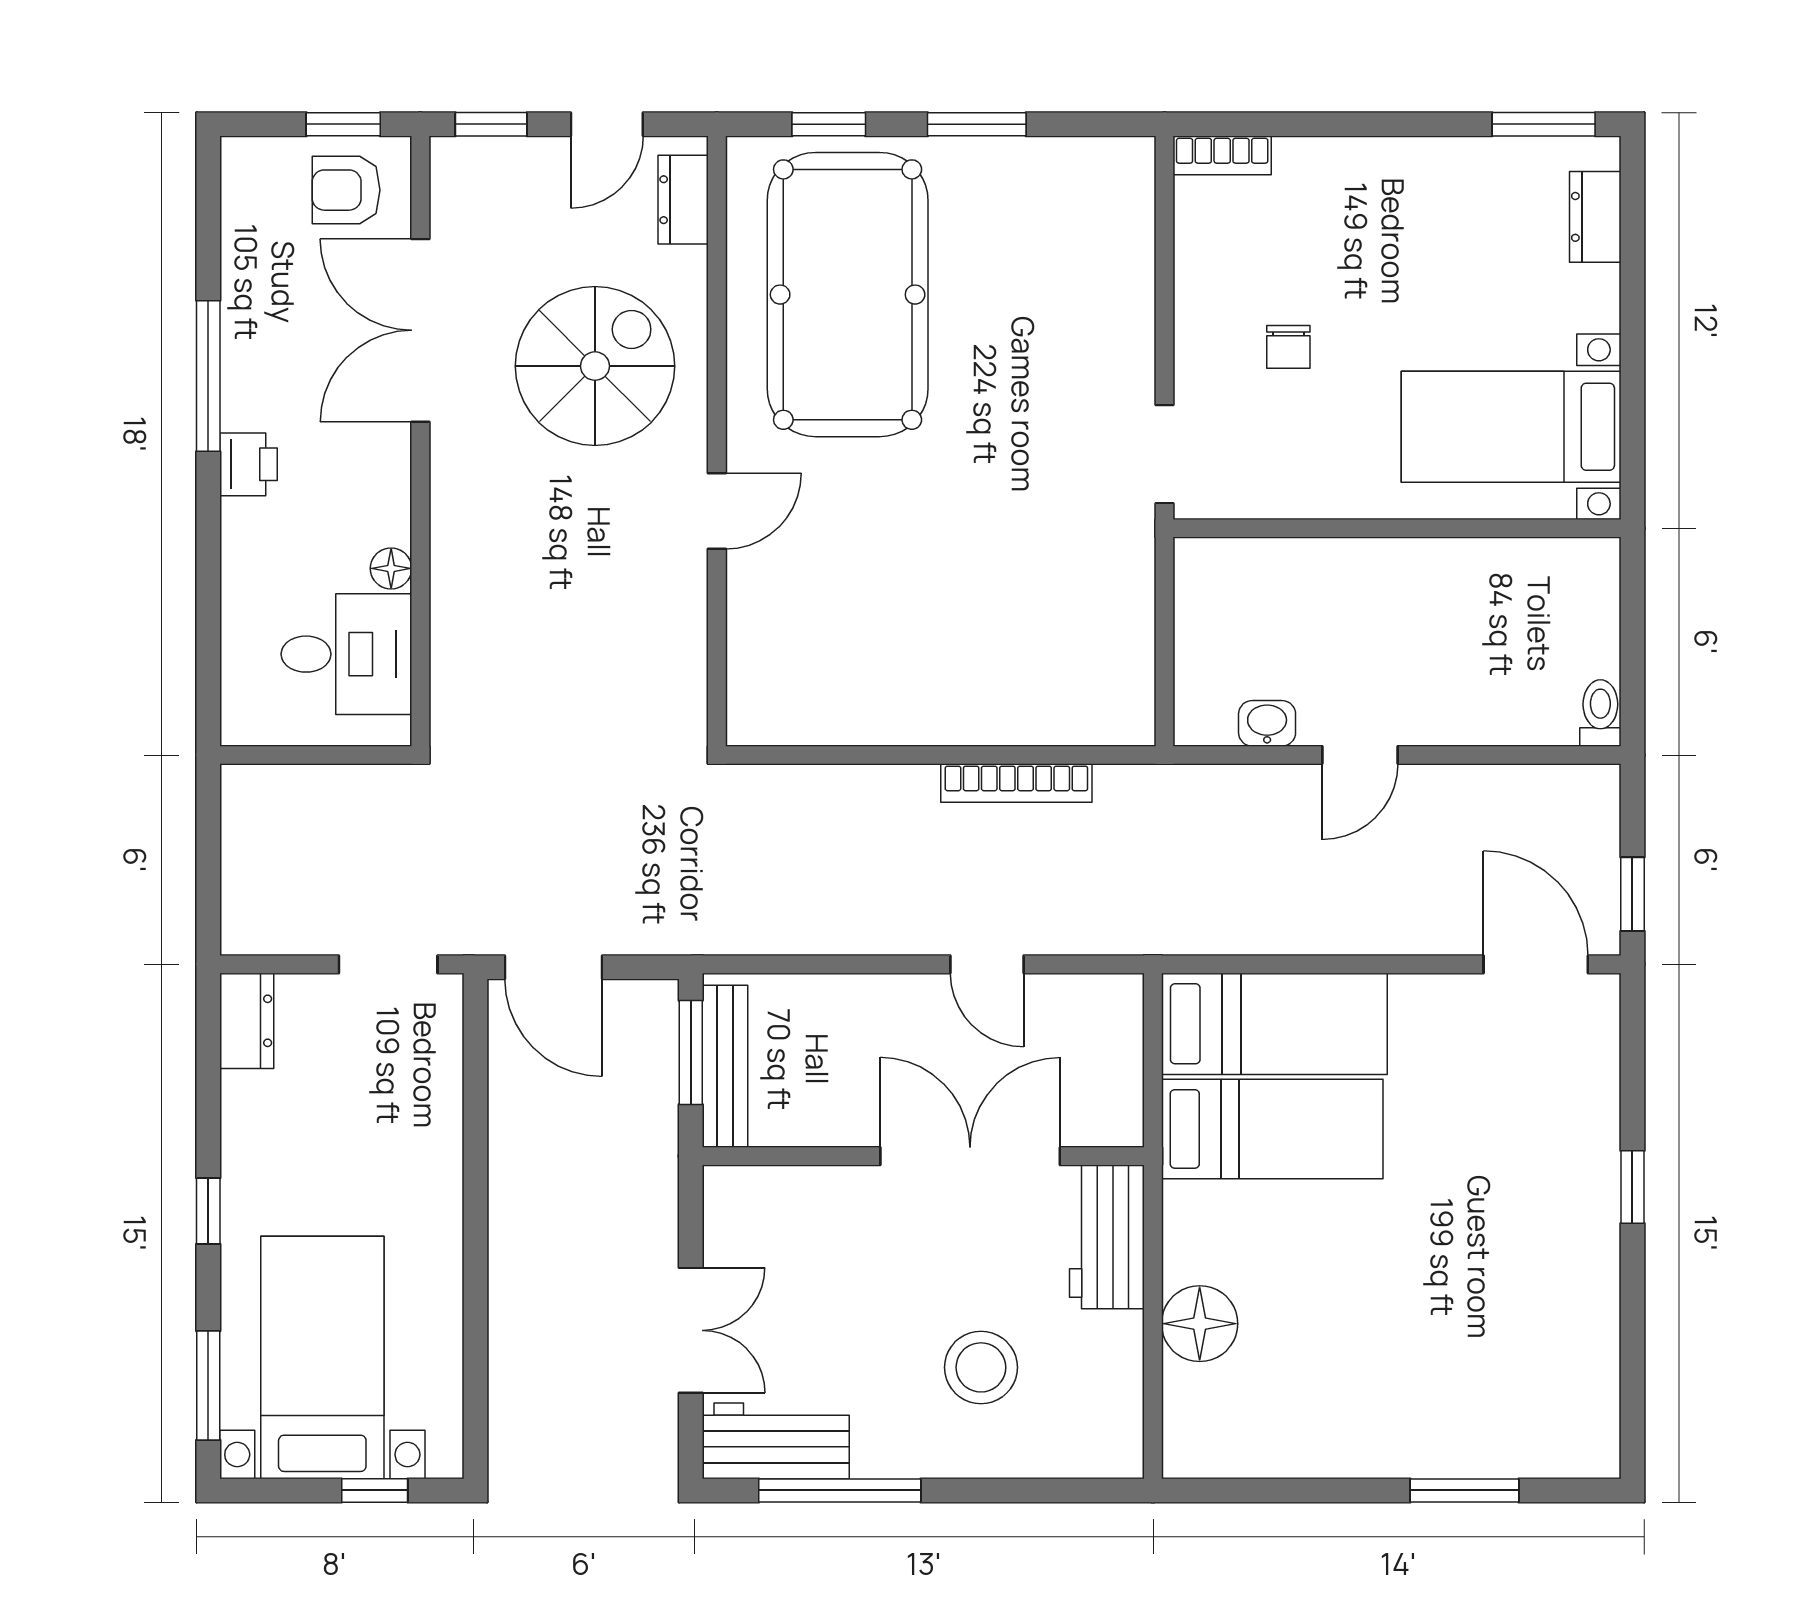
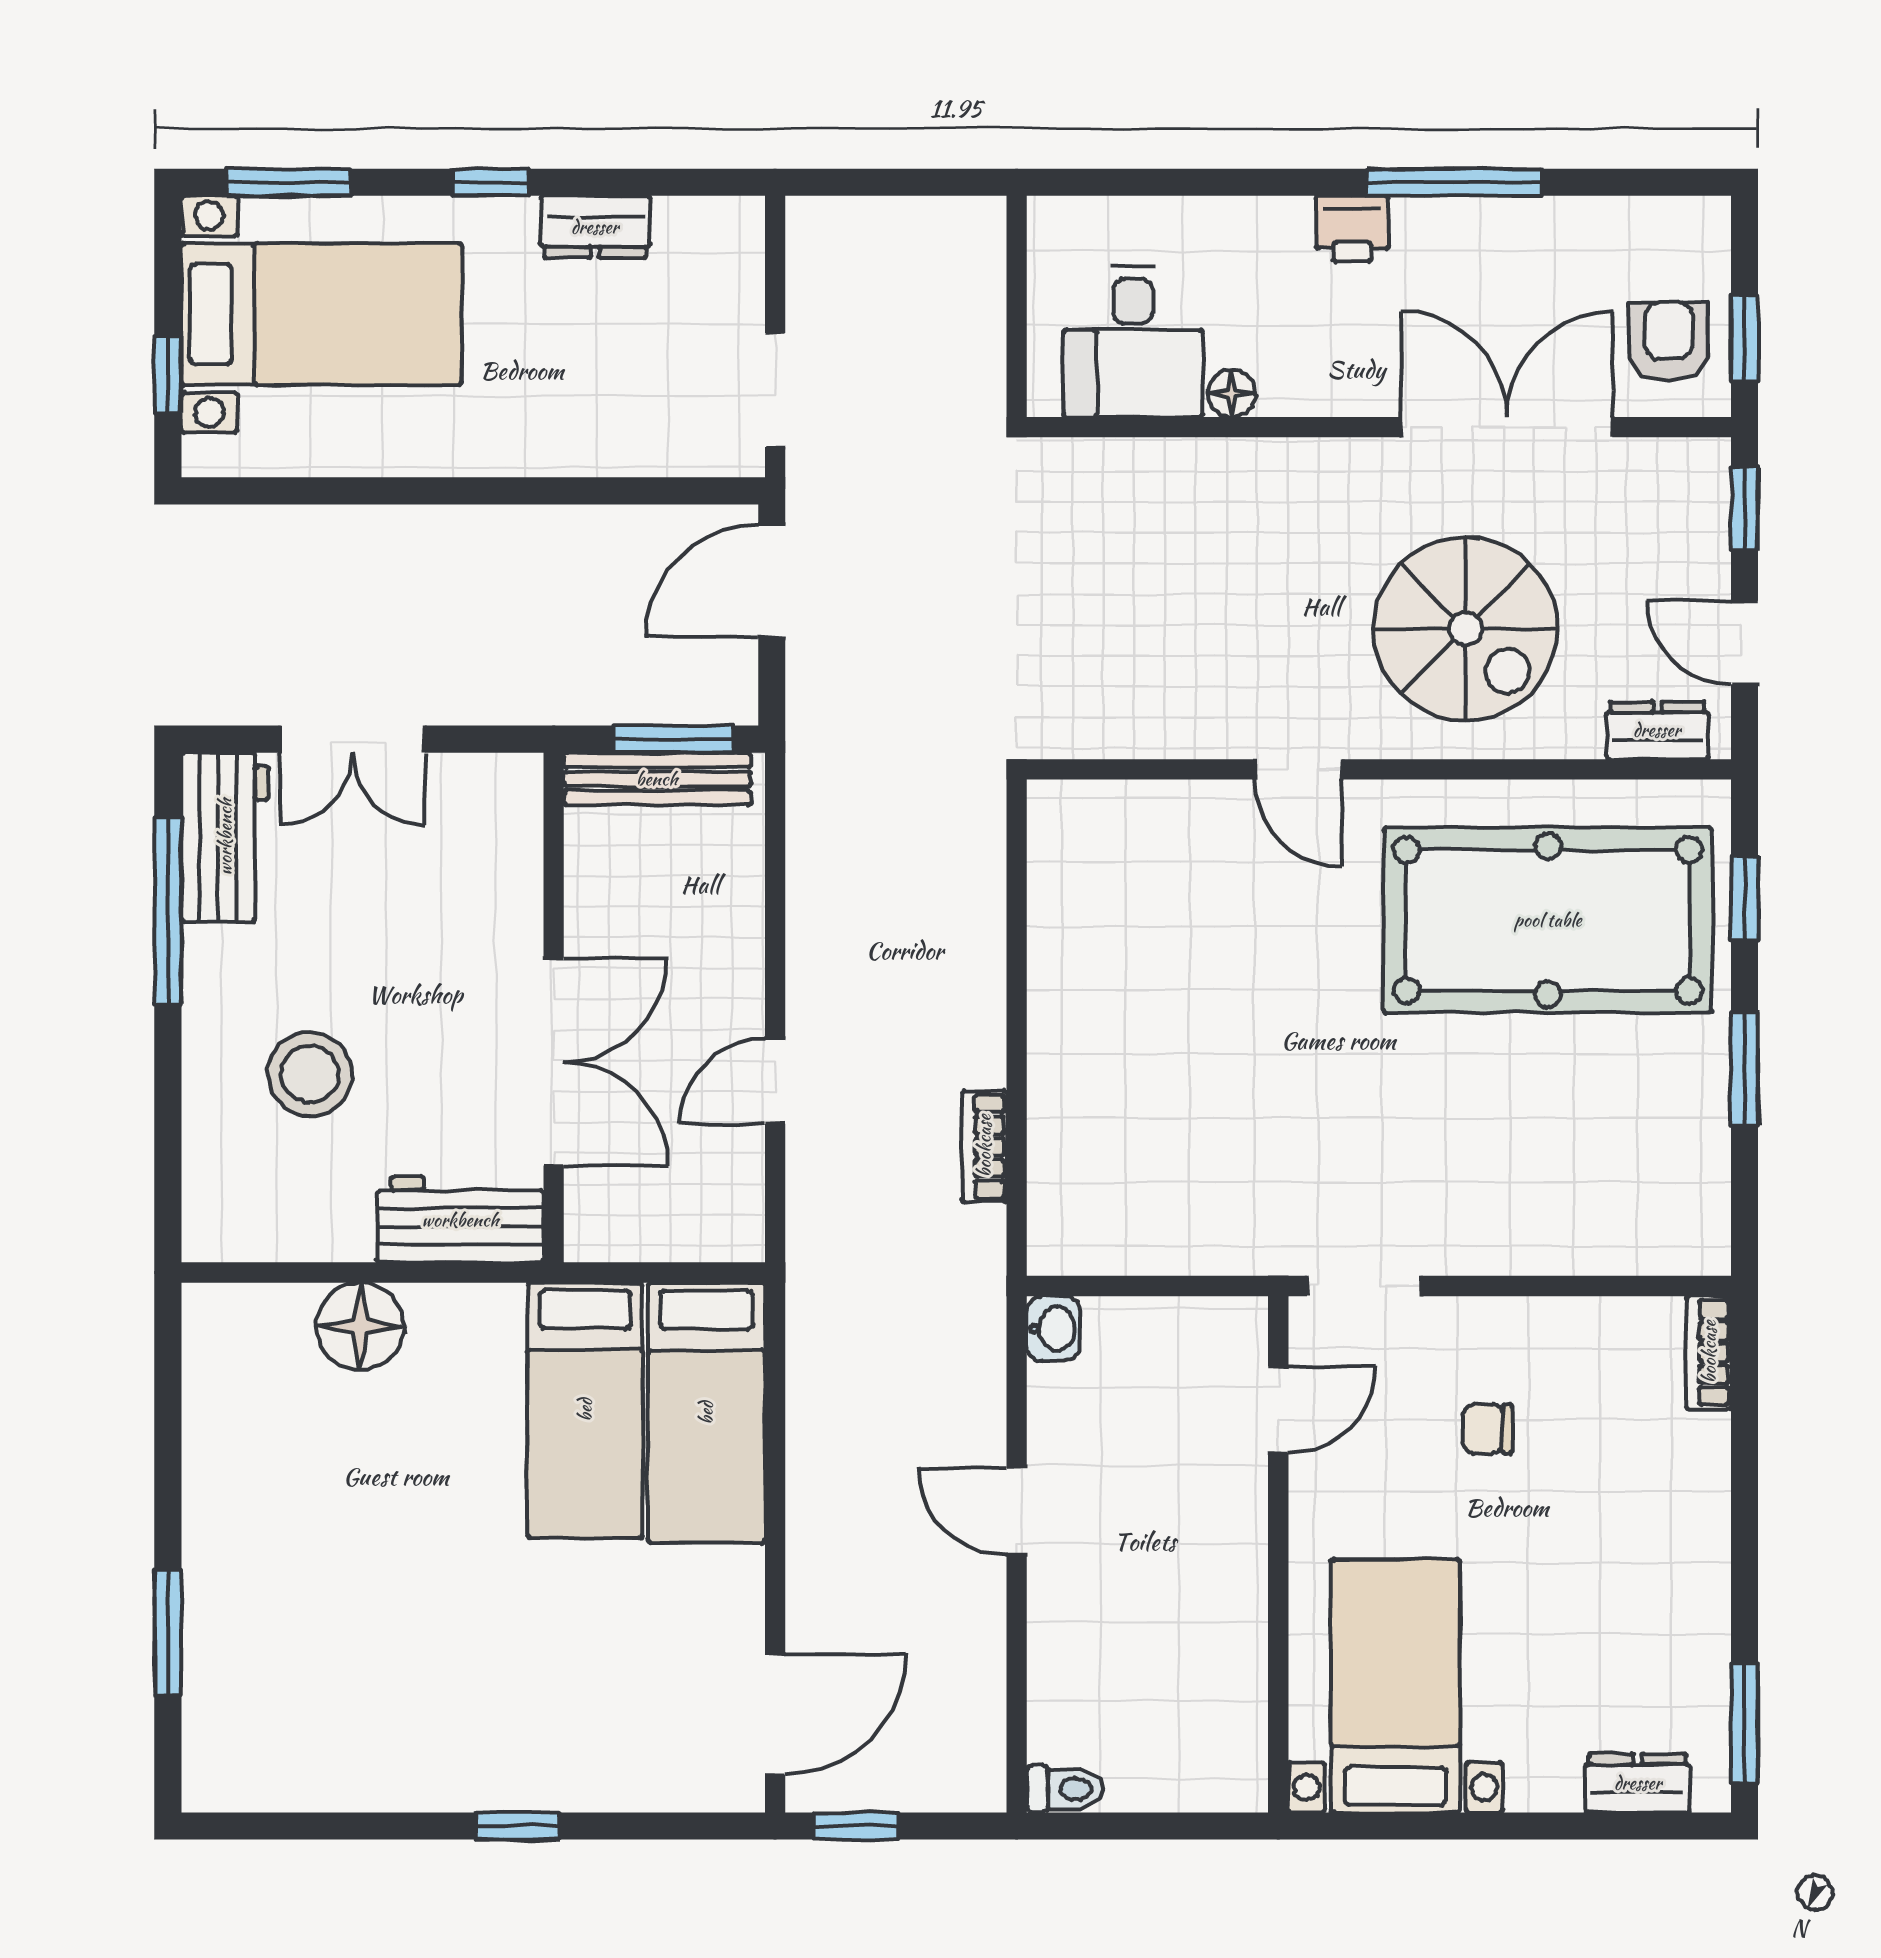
door: (1272, 528) -> (1278, 1410), added
washbasin: (1267, 723) -> (1053, 1329), moved
bookcase: (1016, 783) -> (984, 1146), width x0.64
dresser: (247, 1021) -> (595, 227), moved

